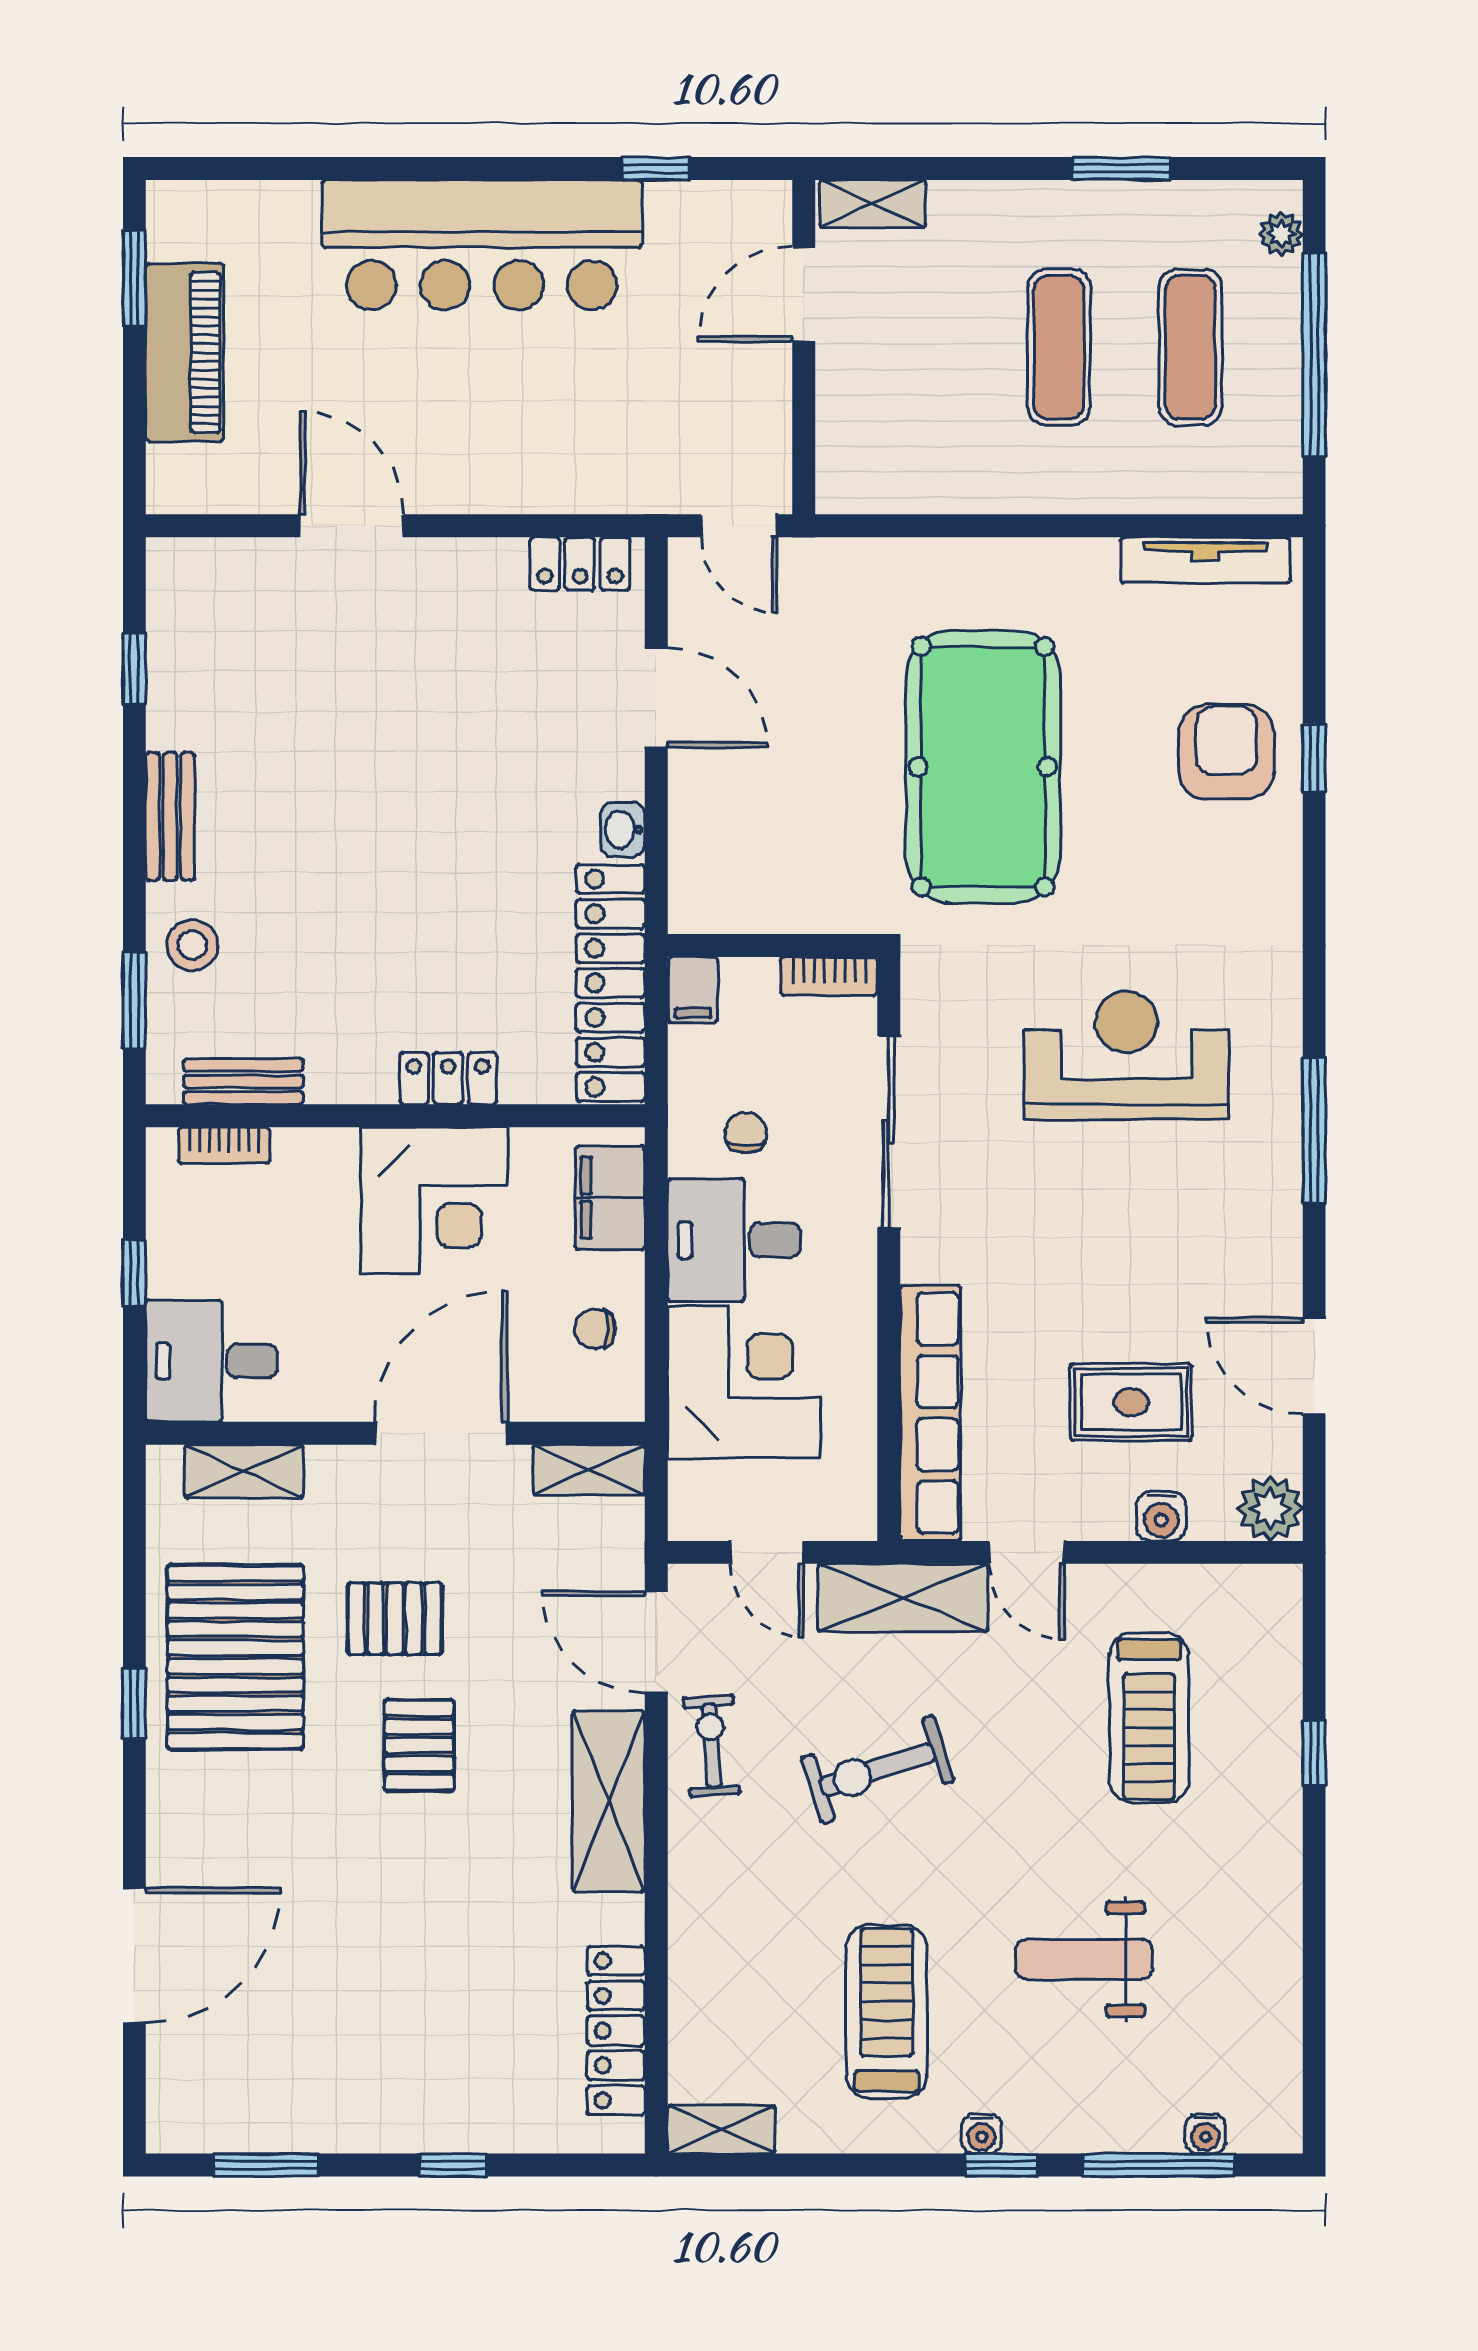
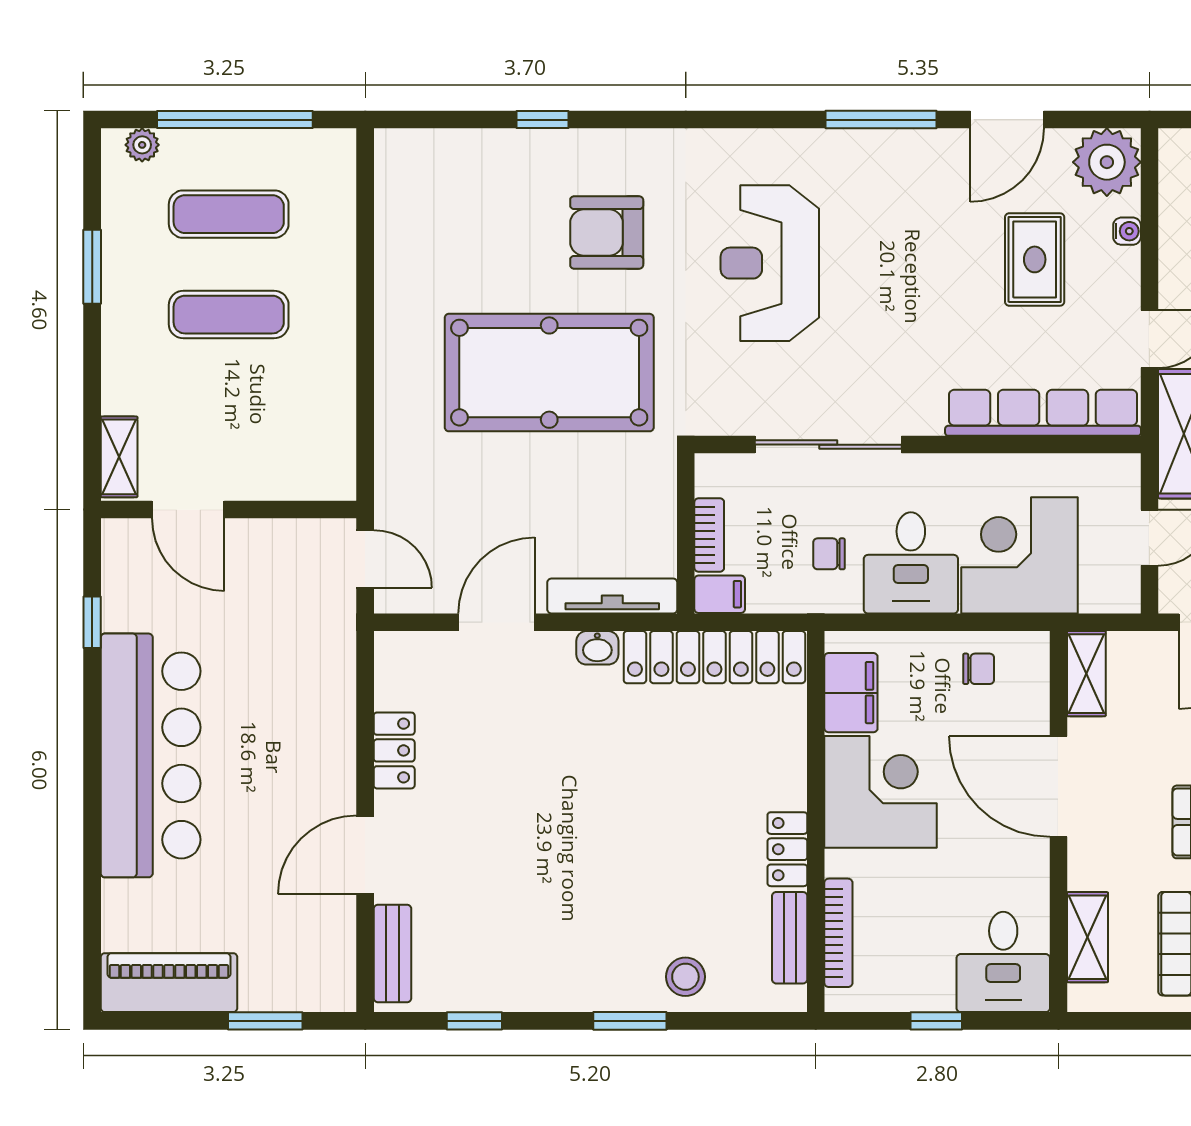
window: (134, 278) -> (265, 1021), moved
piano: (185, 352) -> (169, 983), moved
door: (739, 526) -> (365, 559), hinge flipped
tv unit: (1205, 560) -> (612, 596), moved, turned -90
locker: (580, 564) -> (394, 750), moved
armchair: (1226, 752) -> (607, 232), moved
bench: (170, 816) -> (393, 953), moved, turned 90
bookcase: (829, 976) -> (709, 535), moved
window: (134, 1001) -> (630, 1021), moved
locker: (448, 1078) -> (787, 849), moved
window: (1314, 1131) -> (881, 120), moved
bookcase: (224, 1145) -> (838, 933), width x1.56
filing cabinet: (610, 1198) -> (851, 693), moved, turned -90
chair: (595, 1329) -> (979, 669), turned -90
plant: (1270, 1508) -> (1107, 162), width x1.36, depth x1.36
water cooler: (1161, 1516) -> (1127, 231), width x0.72, depth x0.72

